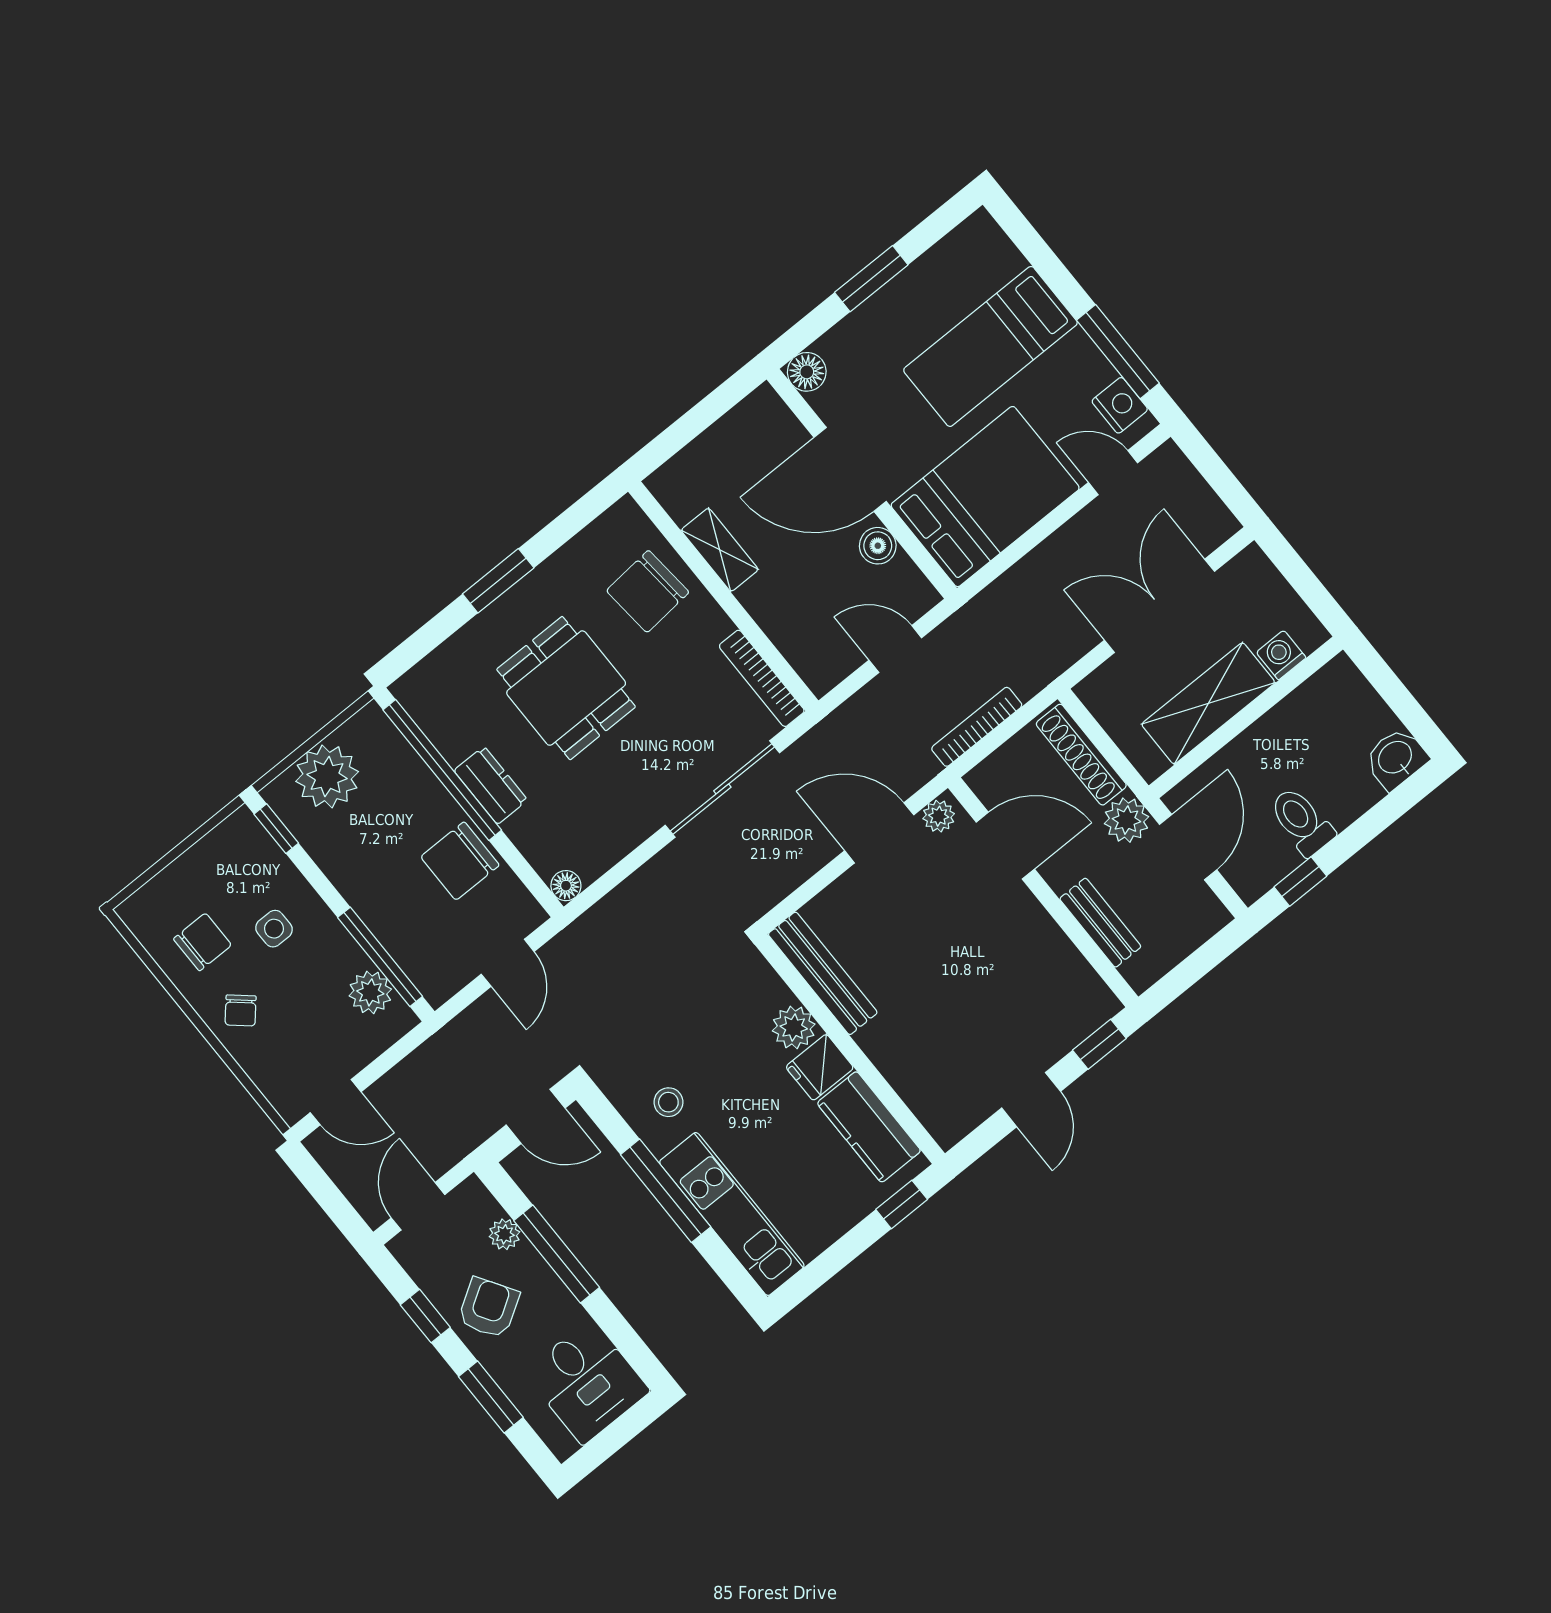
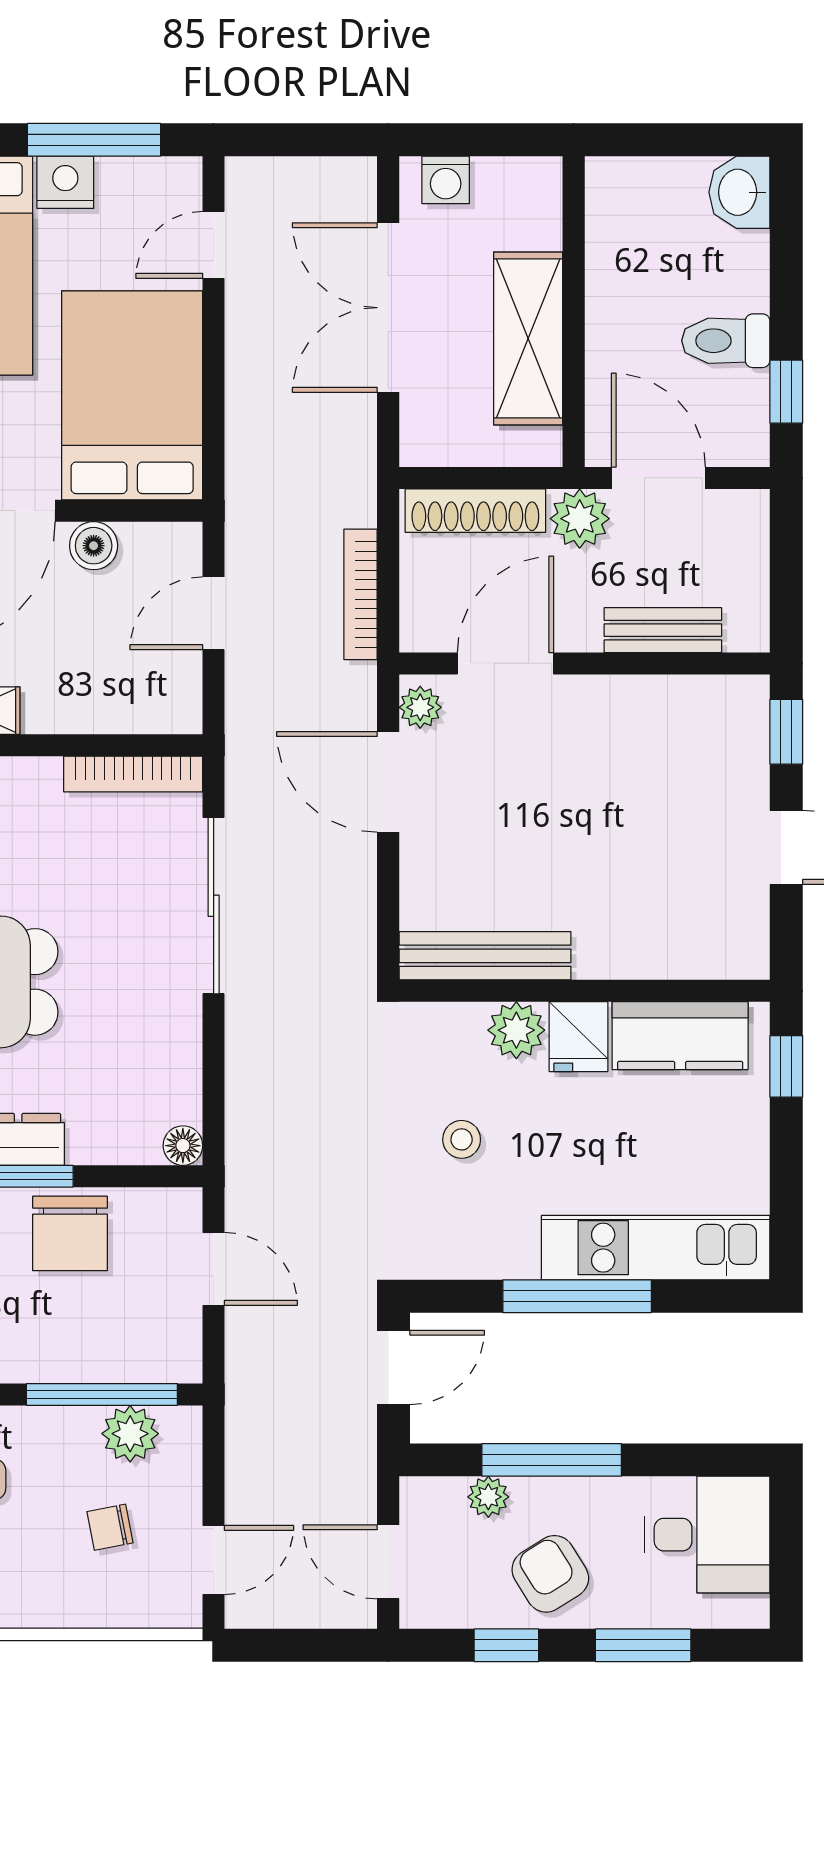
nightstand: (1120, 405) -> (65, 182), moved
washing machine: (1281, 655) -> (446, 180), moved, turned -90
door: (879, 833) -> (388, 782), hinge flipped
chair: (241, 1010) -> (110, 1527), moved, turned 128
stool: (668, 1102) -> (462, 1139), moved

